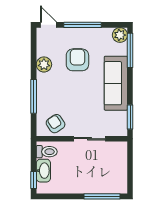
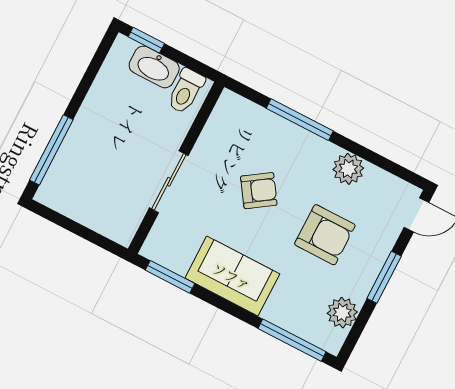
window: (83, 25) -> (384, 277), width x0.69
plant: (120, 35) -> (342, 313), moved
sofa: (116, 83) -> (232, 276), width x0.73
armchair: (56, 124) -> (259, 191), moved

